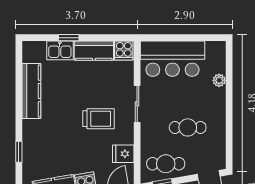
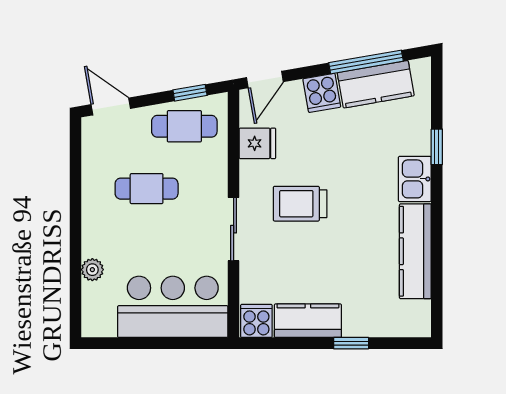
kitchen sink: (60, 50) -> (415, 179), moved, turned -90

